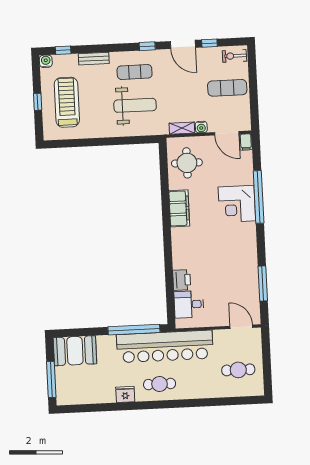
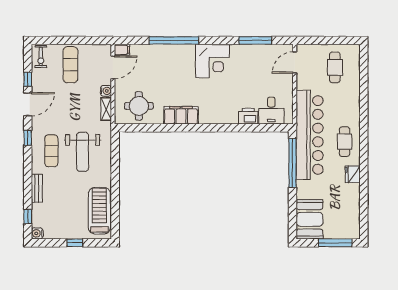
treadmill: (67, 102) -> (99, 211), moved, turned 90
weight bench: (135, 105) -> (83, 152), turned 180
corner desk: (237, 204) -> (212, 61), moved

